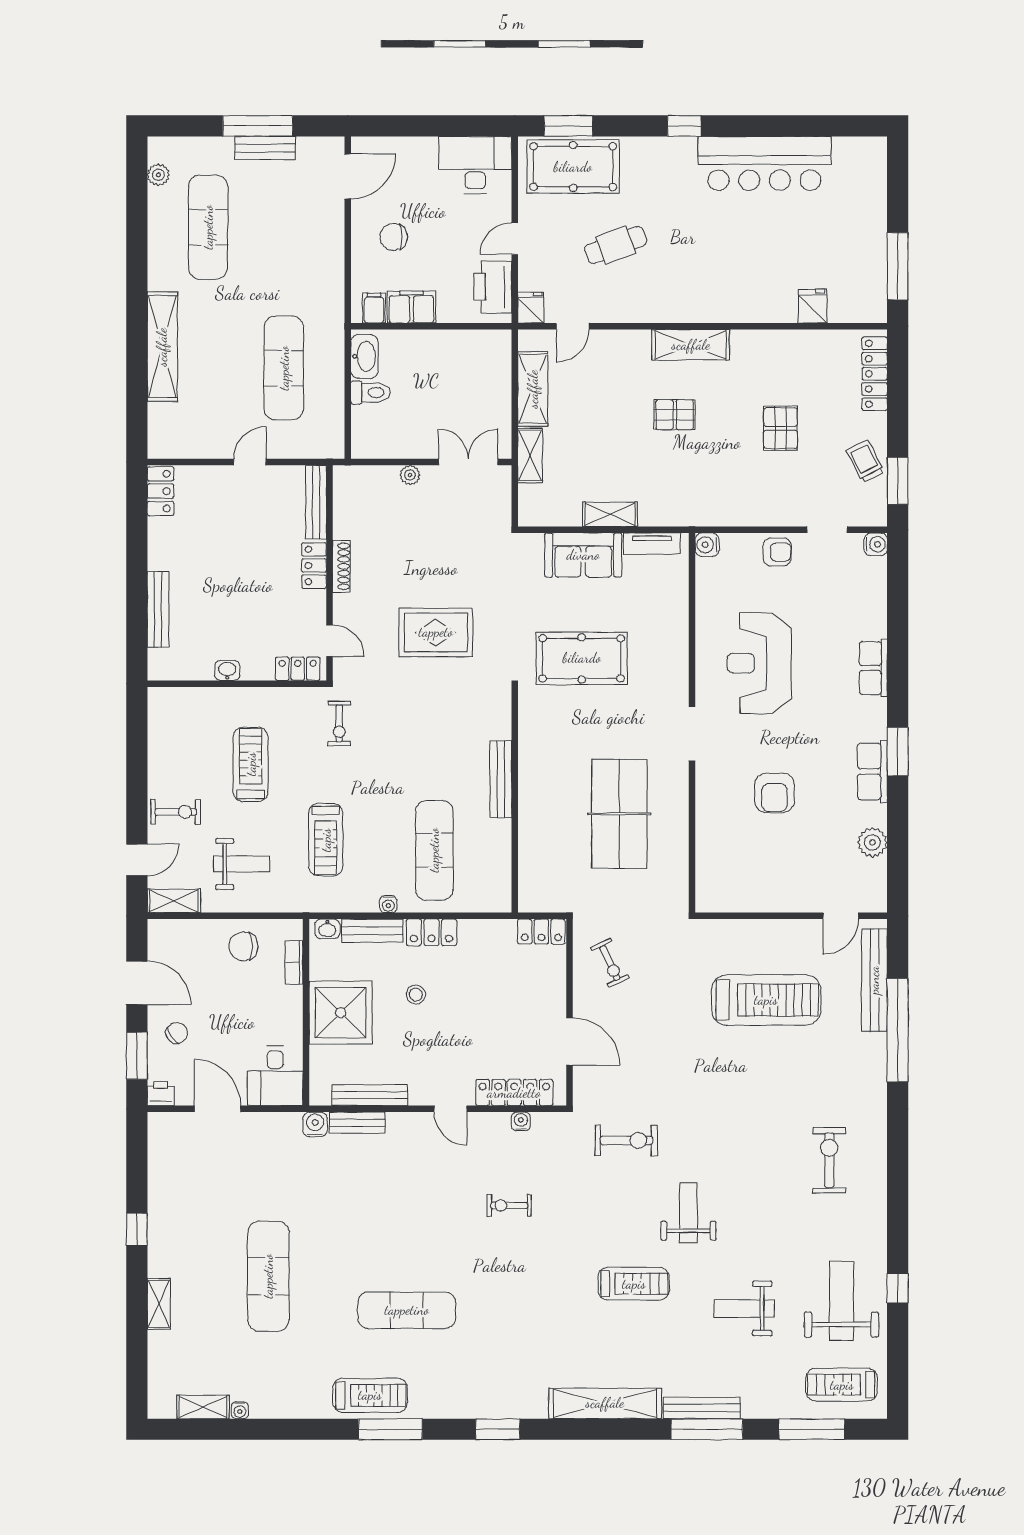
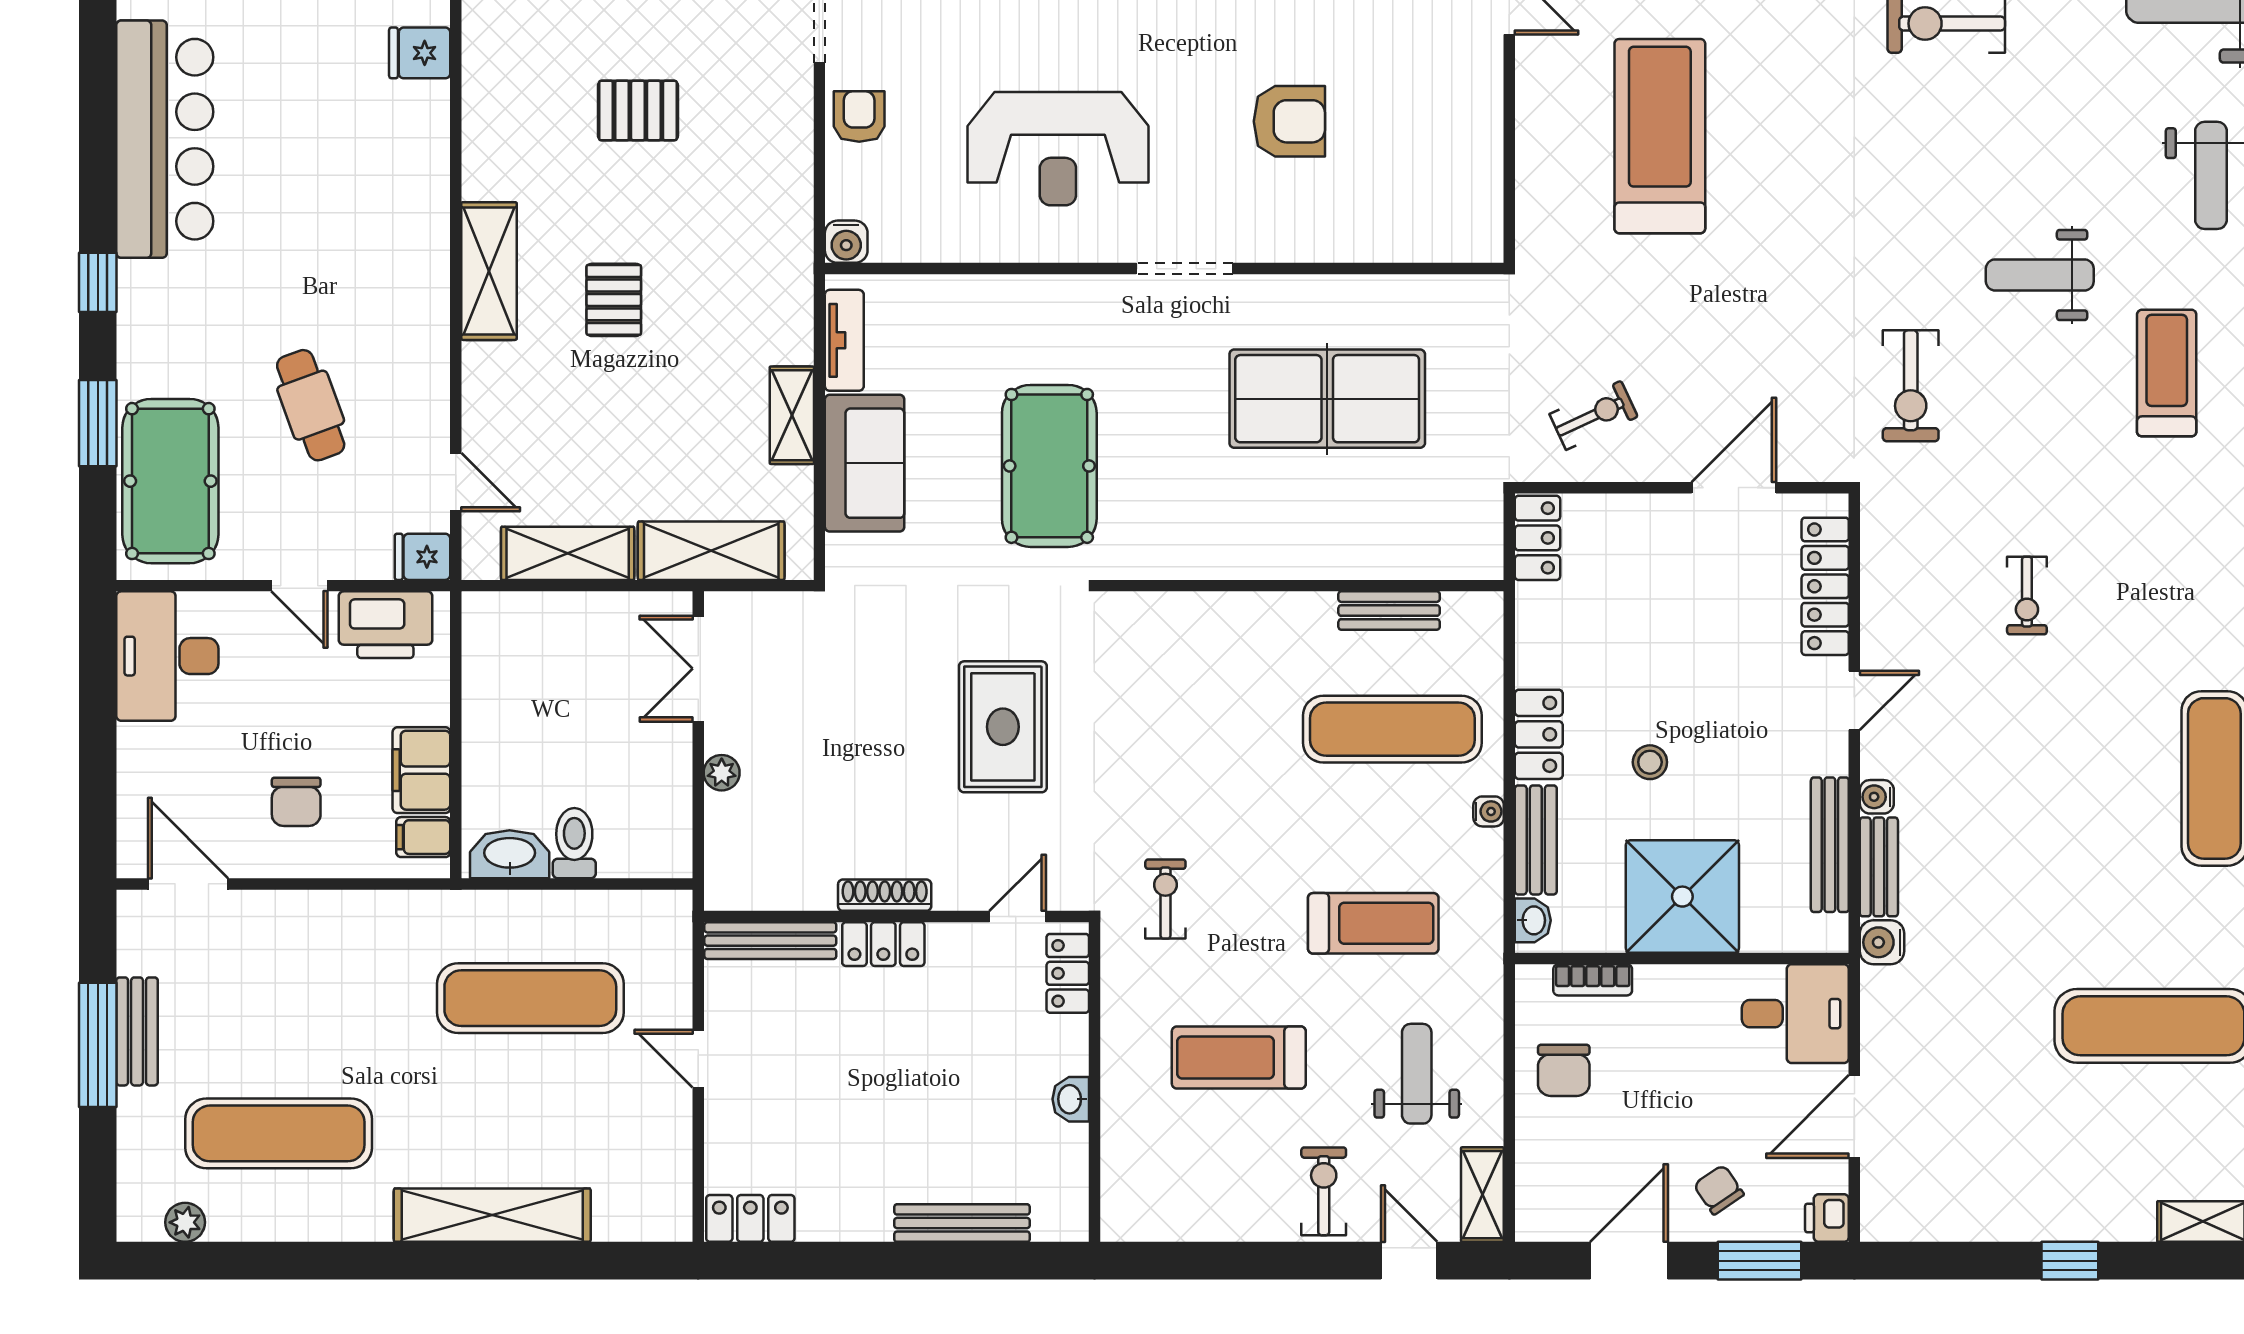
window: (568, 126) -> (98, 423), moved
shelving: (530, 456) -> (711, 551), width x1.50, depth x1.33
exercise bike: (339, 723) -> (1165, 899), turned -90
bench: (501, 779) -> (1389, 611), moved, width x0.73
water cooler: (521, 1121) -> (1877, 797), moved
exercise bike: (626, 1140) -> (1911, 386), turned 180

